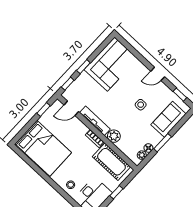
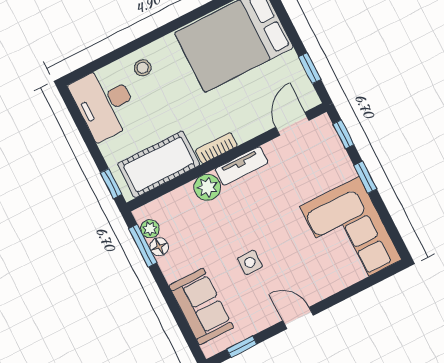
door: (158, 74) -> (298, 318), hinge flipped
tv unit: (95, 121) -> (242, 166), width x0.71
window: (163, 143) -> (143, 246), moved
window: (116, 192) -> (111, 183), moved

